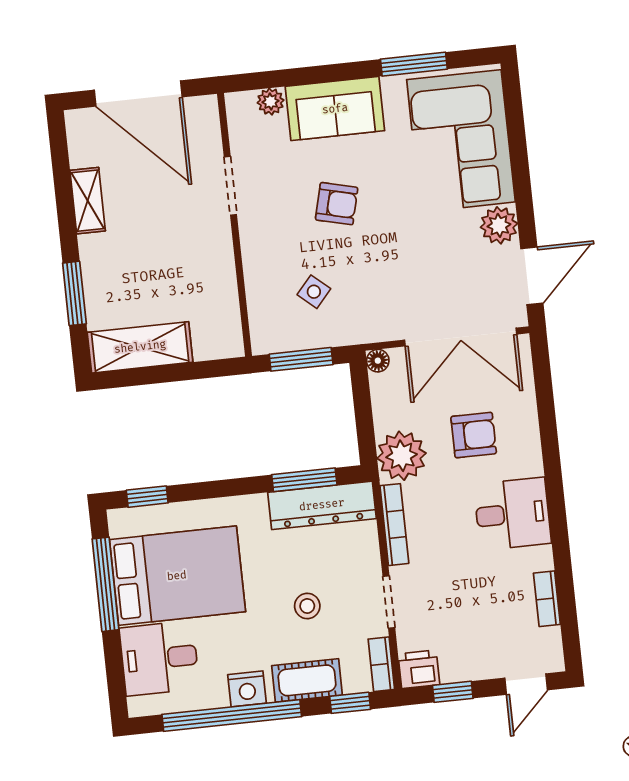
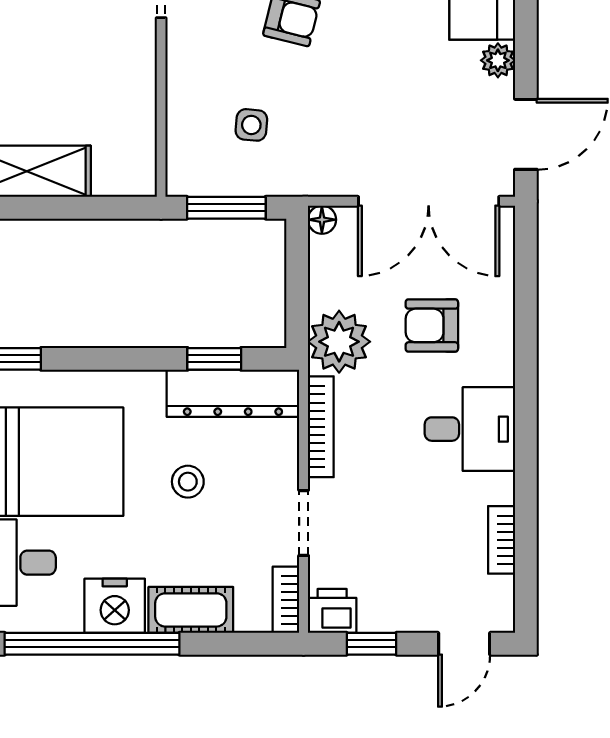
plant: (499, 225) -> (498, 60), width x0.73, depth x0.73
side table: (314, 292) -> (251, 125), turned -36
armchair: (474, 435) -> (432, 325), turned 180
window: (304, 480) -> (214, 359), width x0.67
stool: (307, 606) -> (188, 482), moved
nightstand: (247, 689) -> (115, 606), width x1.36, depth x1.33
window: (350, 703) -> (242, 644), removed

